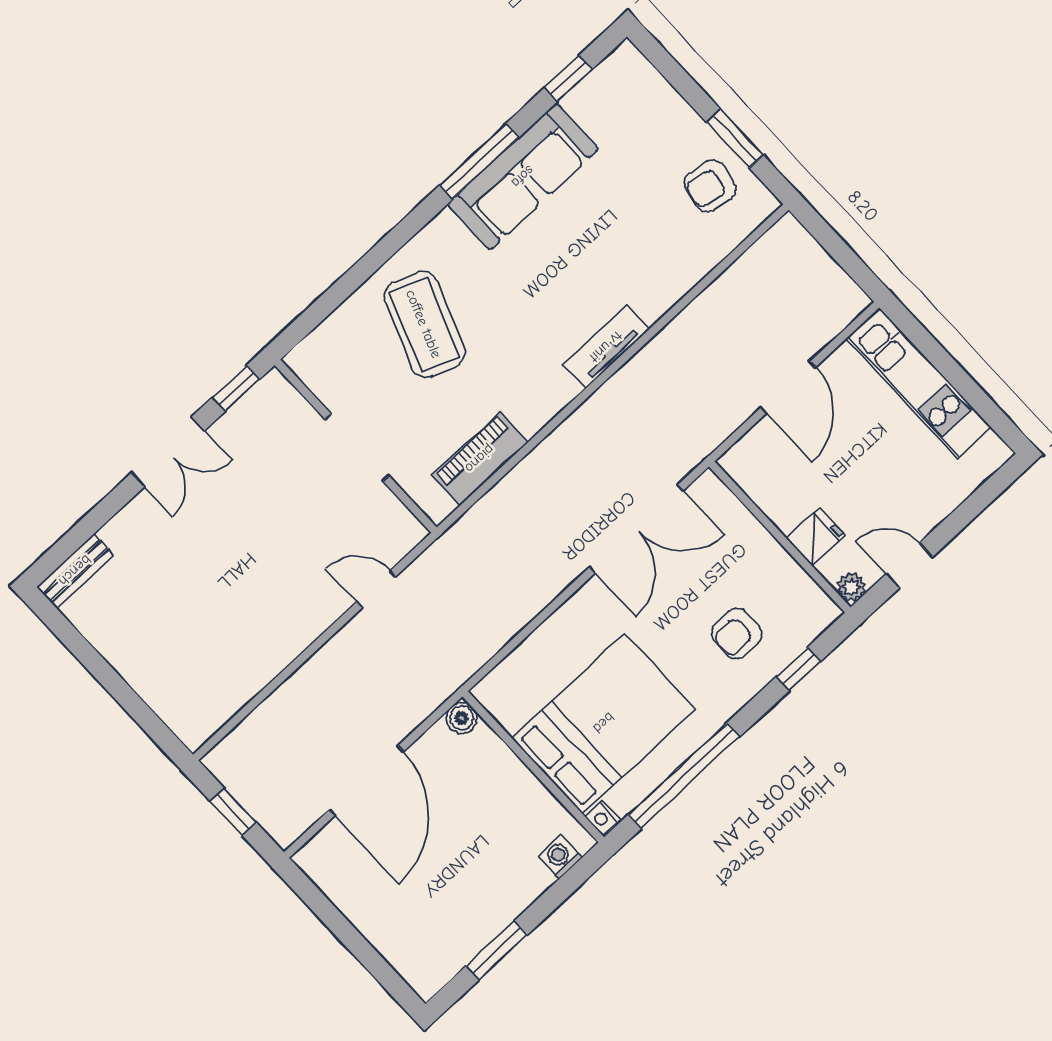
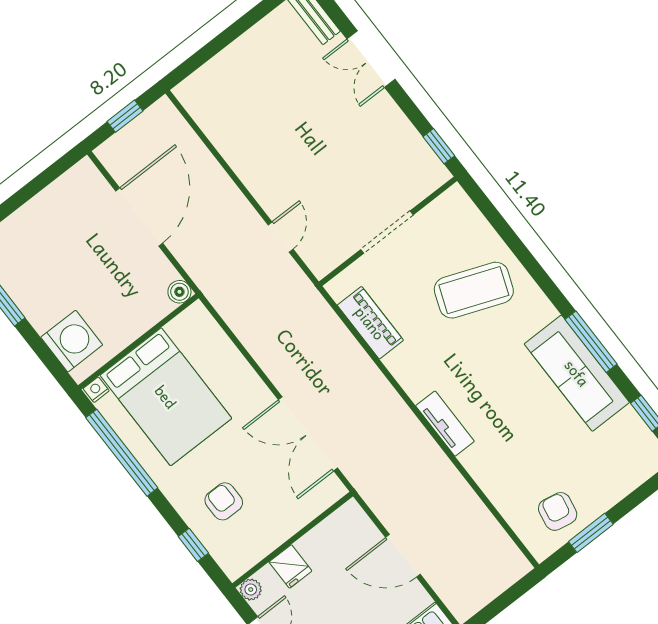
double door: (168, 452) -> (371, 59), moved
door: (366, 781) -> (139, 217), swing flipped
washing machine: (560, 857) -> (72, 341), width x1.89, depth x1.89

